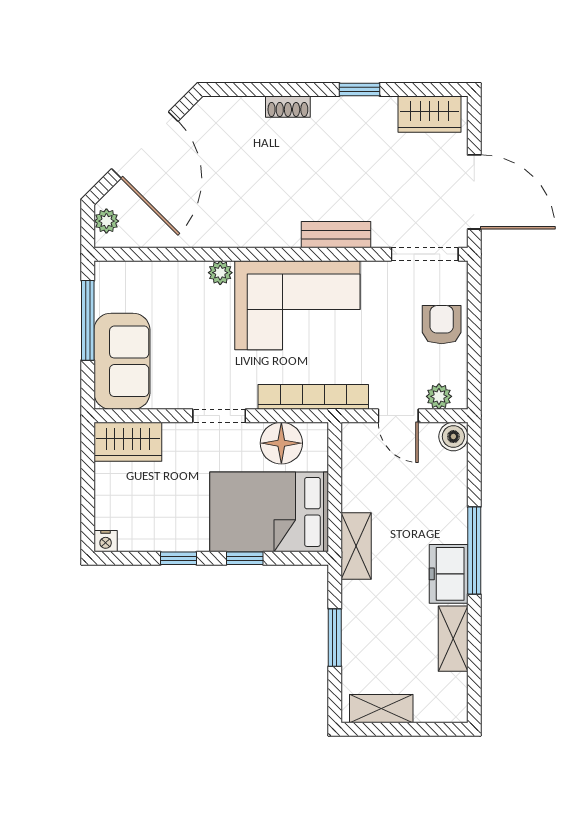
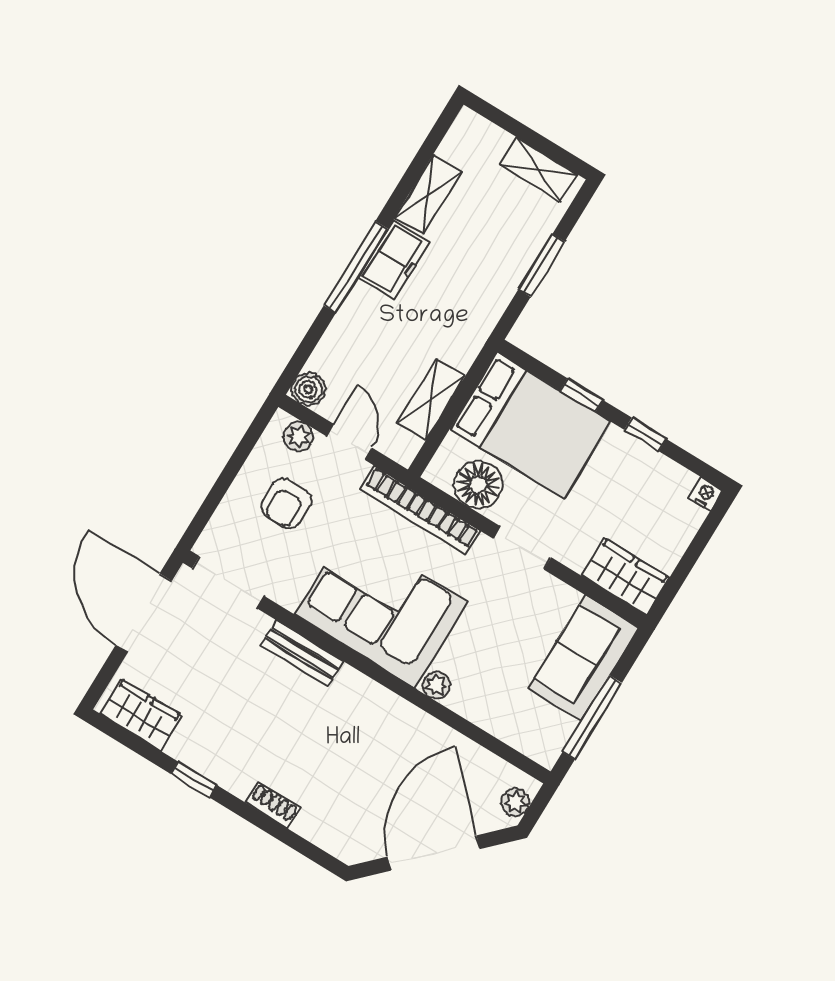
armchair: (442, 325) -> (286, 504), moved
shelving: (356, 546) -> (431, 399), moved

